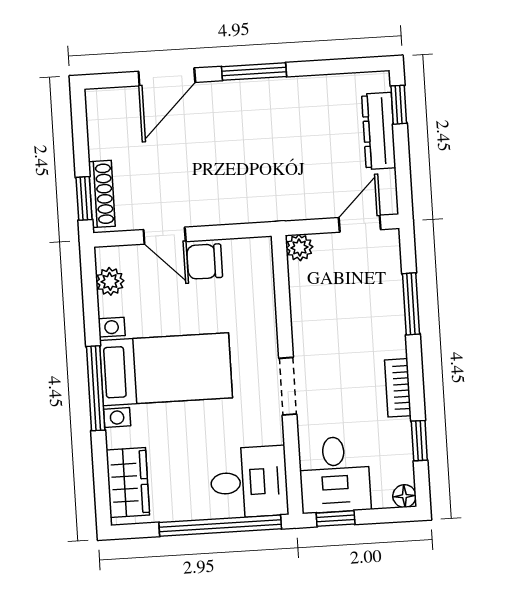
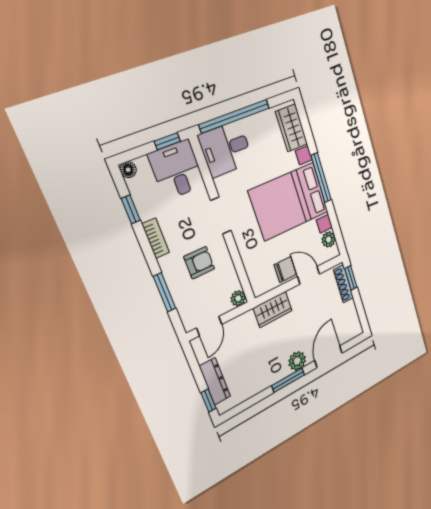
plant: (228, 97) -> (297, 361), added
wardrobe: (246, 205) -> (273, 309), added
armchair: (344, 328) -> (199, 263), added
bed with nightstands: (166, 369) -> (289, 201), width x1.36

